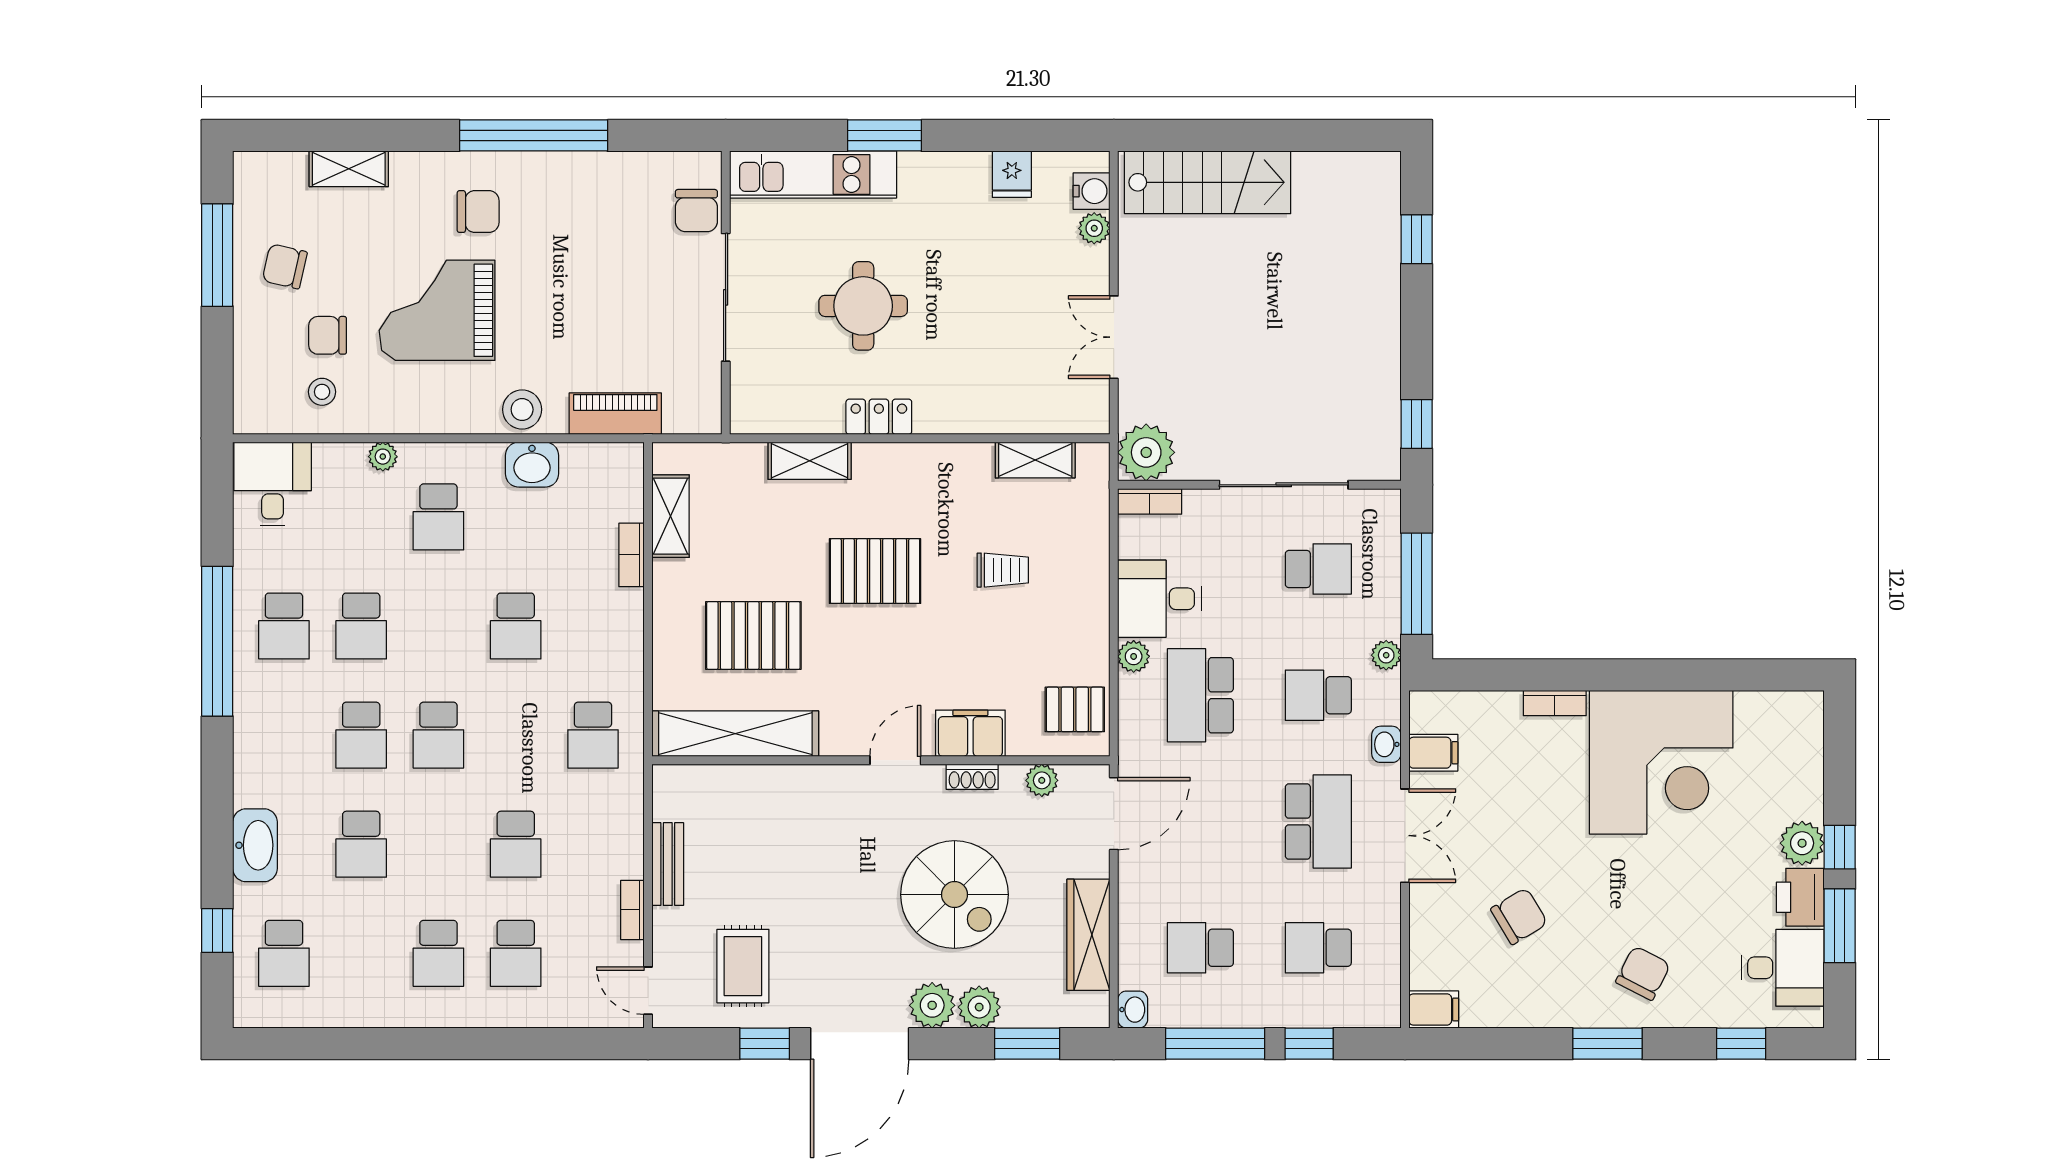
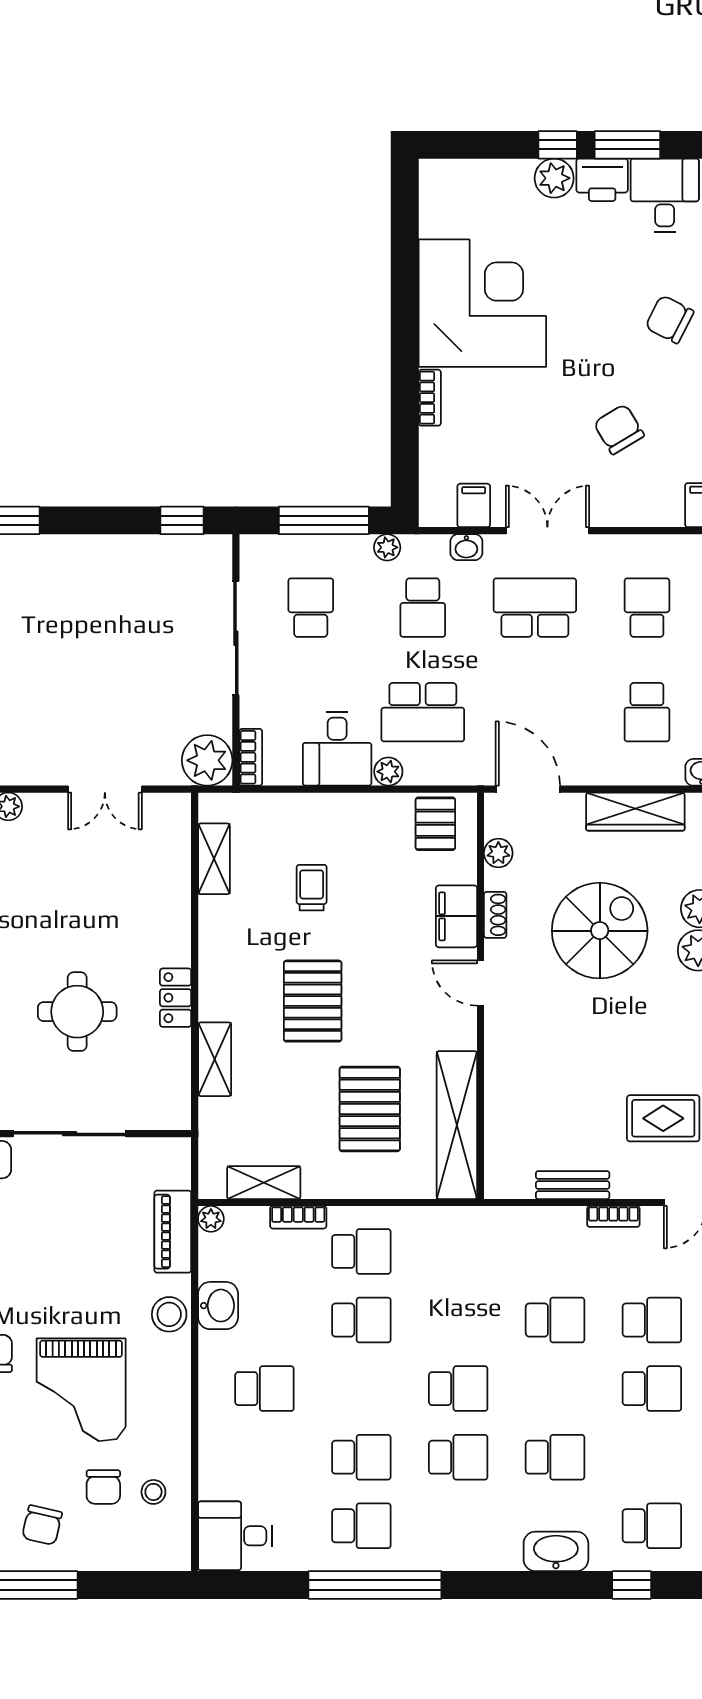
plant: (383, 457) -> (211, 1219), moved
school desk: (593, 735) -> (361, 1251), moved
school desk: (1318, 948) -> (647, 608), turned 180

